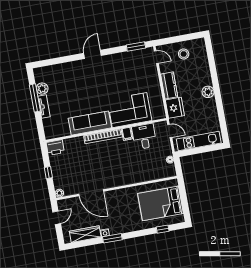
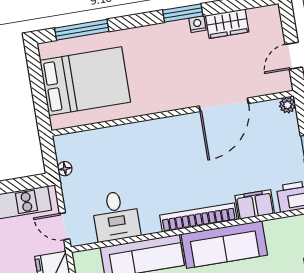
filing cabinet: (127, 134) -> (255, 205), moved, width x2.00
door: (91, 193) -> (224, 105), swing flipped
window: (163, 229) -> (82, 30), width x2.17
wardrobe: (85, 234) -> (227, 24), width x0.67

